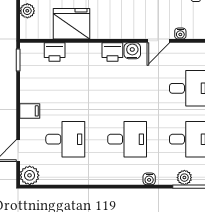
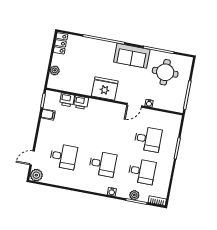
fridge: (72, 24) -> (105, 88), moved
water cooler: (132, 51) -> (117, 108), removed
printer: (112, 52) -> (81, 102), moved
filing cabinet: (30, 111) -> (48, 114), moved

